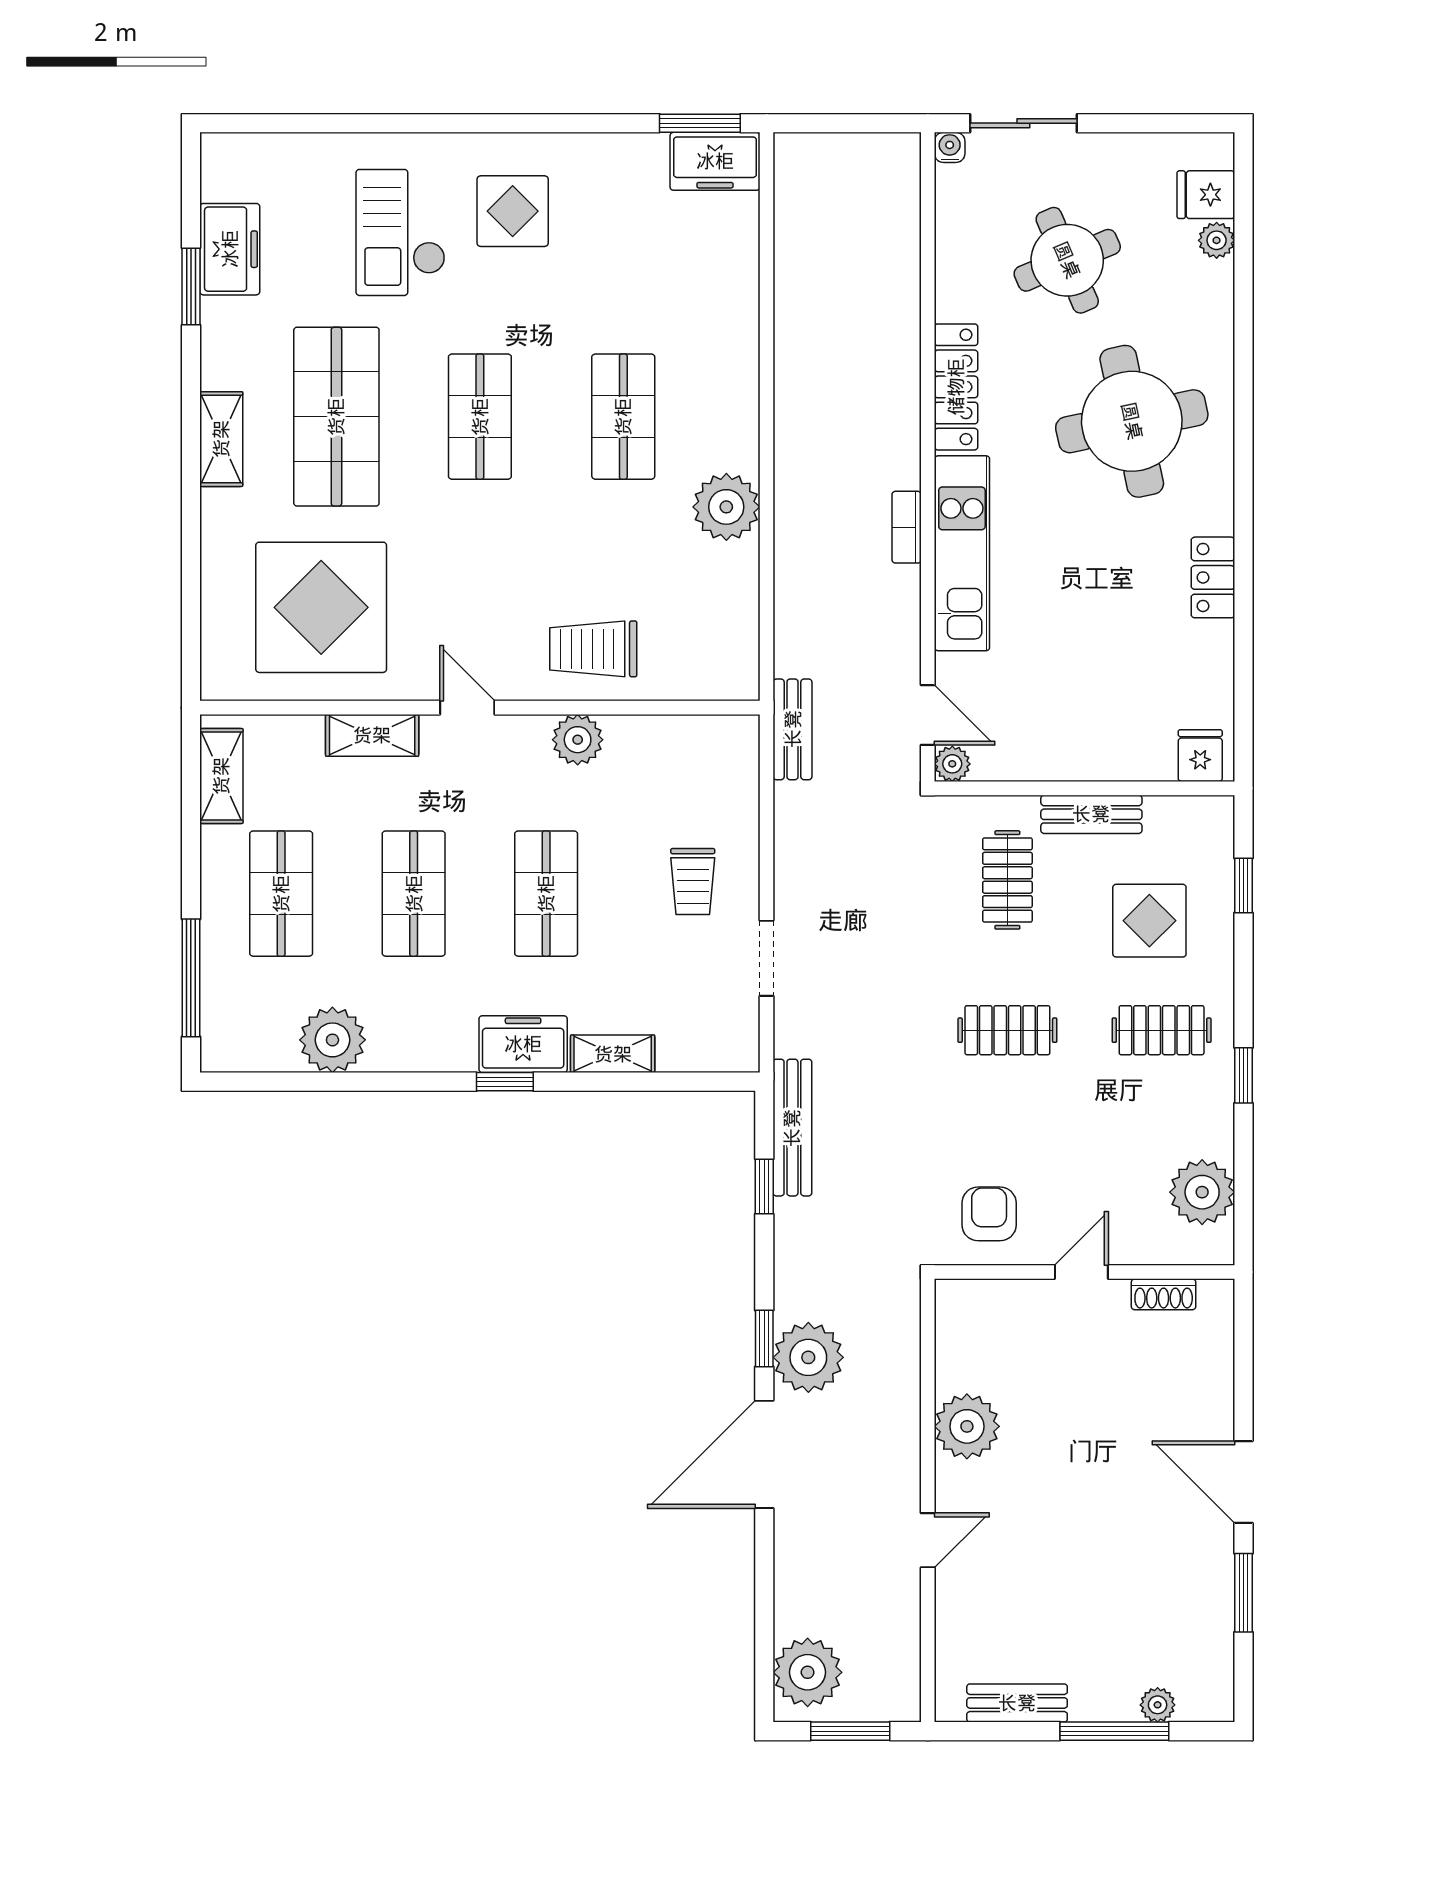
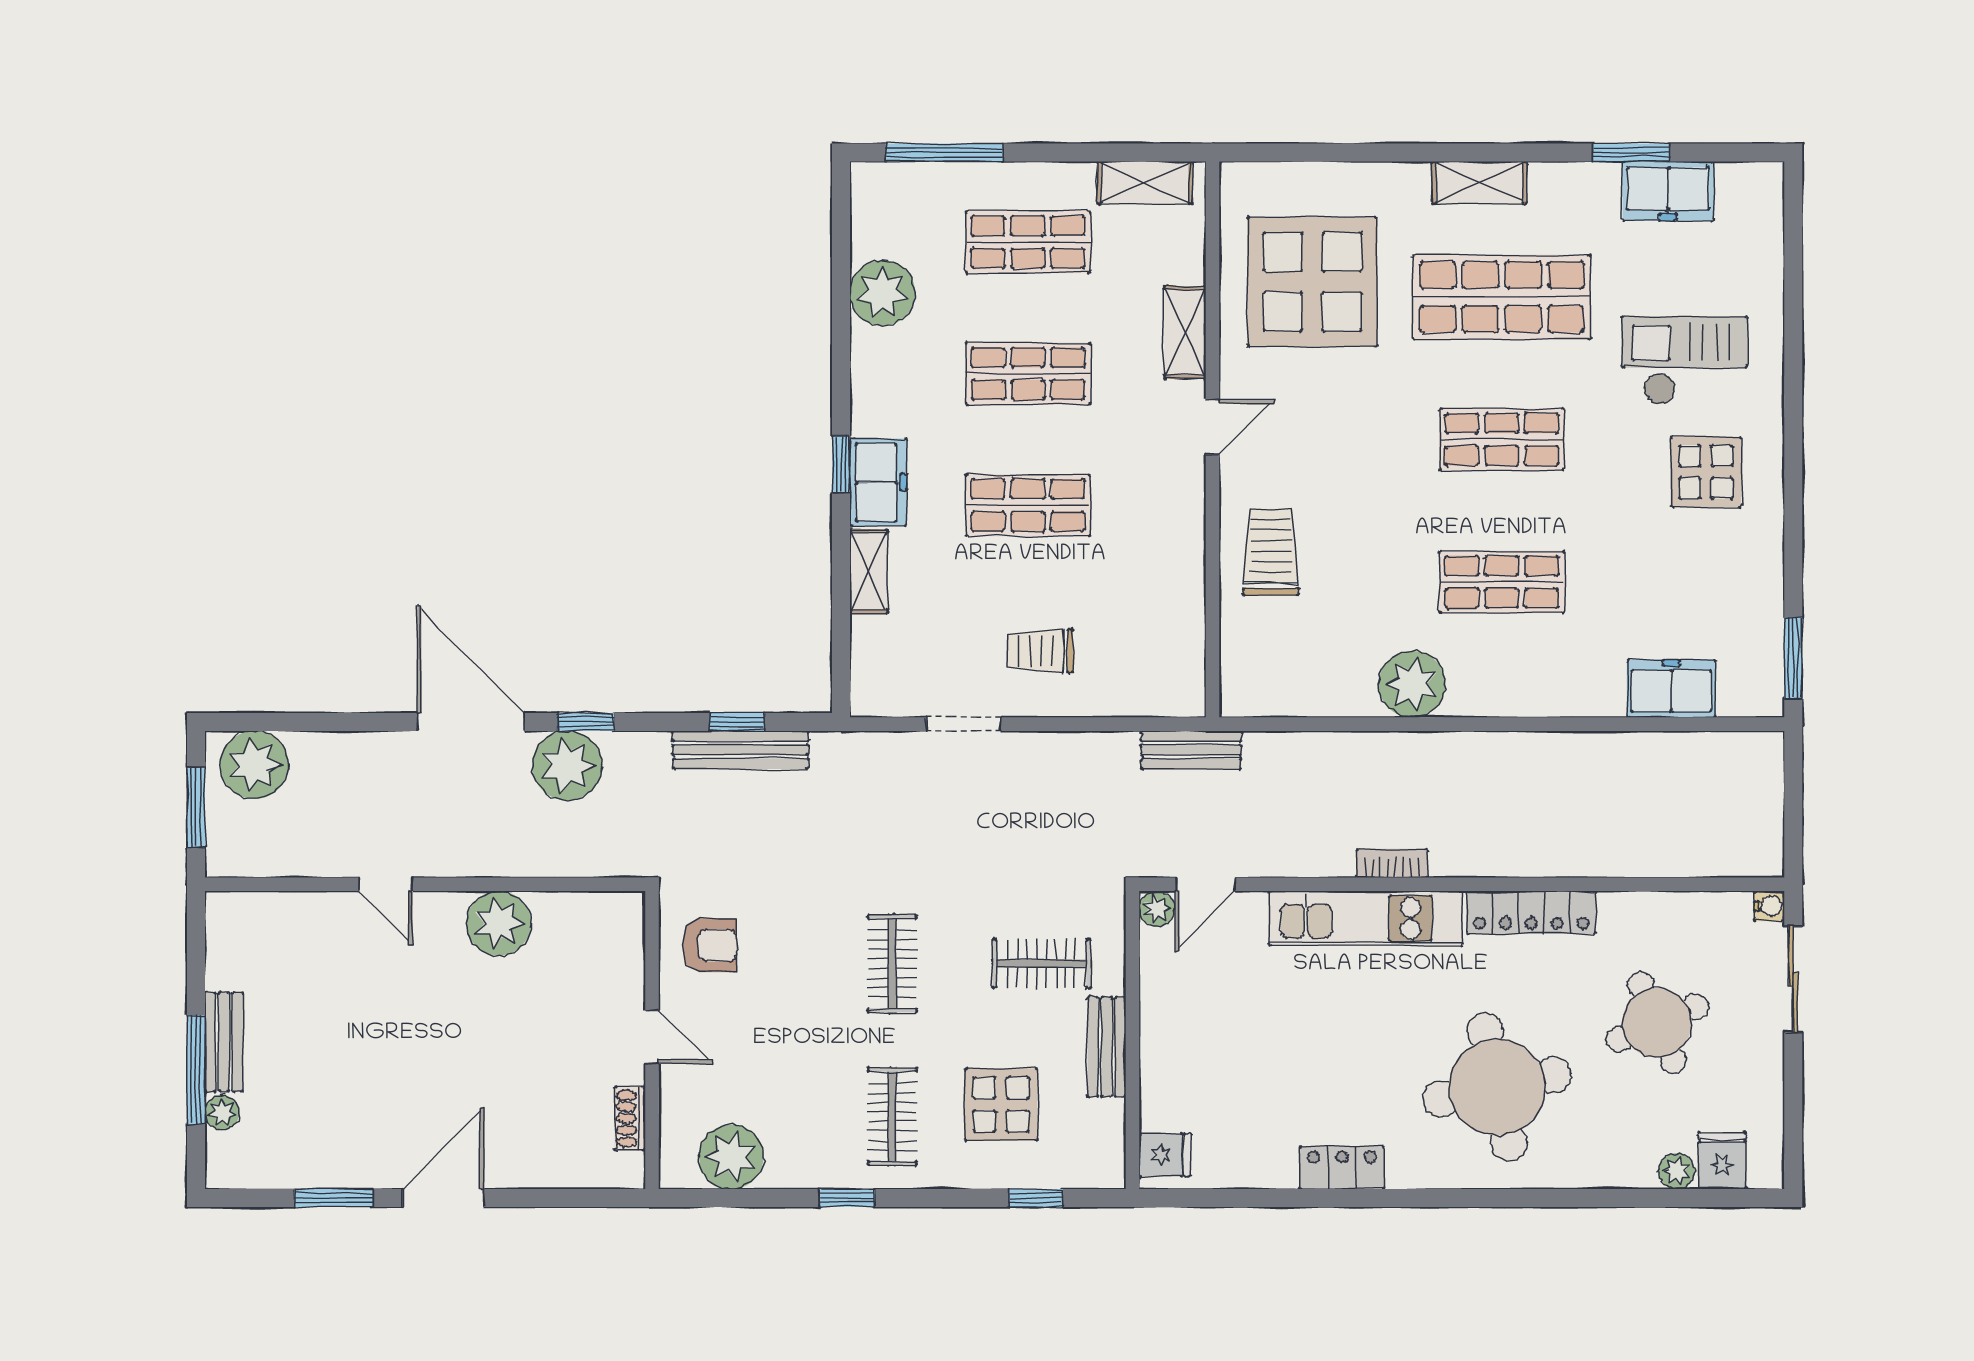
freezer: (715, 161) -> (1671, 689), moved, turned 90
plant: (578, 740) -> (1181, 536), removed
bench: (792, 1128) -> (741, 750), moved
bench: (1017, 1703) -> (224, 1042), moved

